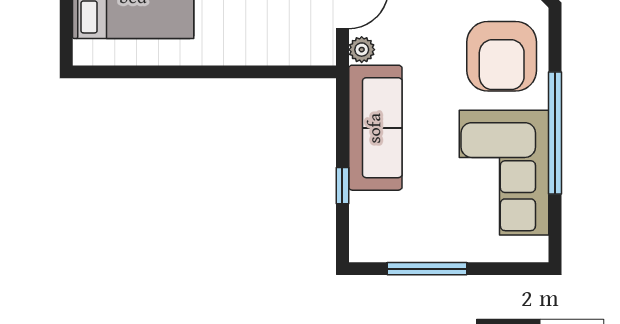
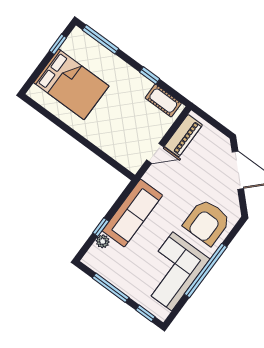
plant: (362, 50) -> (103, 241), moved
window: (511, 269) -> (145, 313), added

